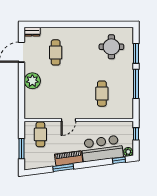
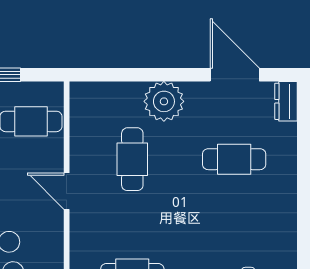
cafe table: (56, 94) -> (132, 159), added

